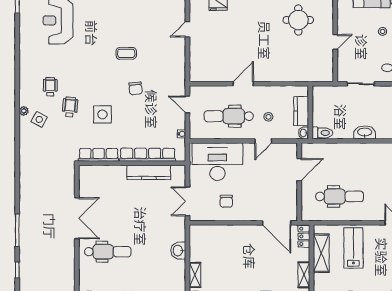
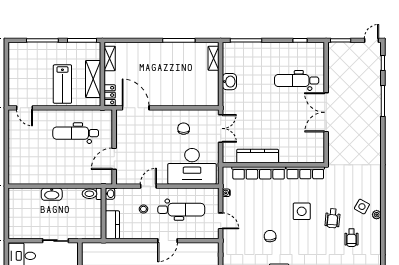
kitchen counter: (301, 111) -> (112, 225), moved

